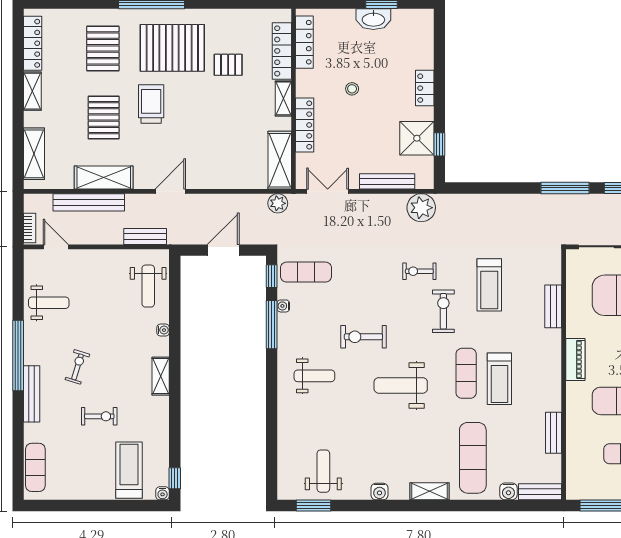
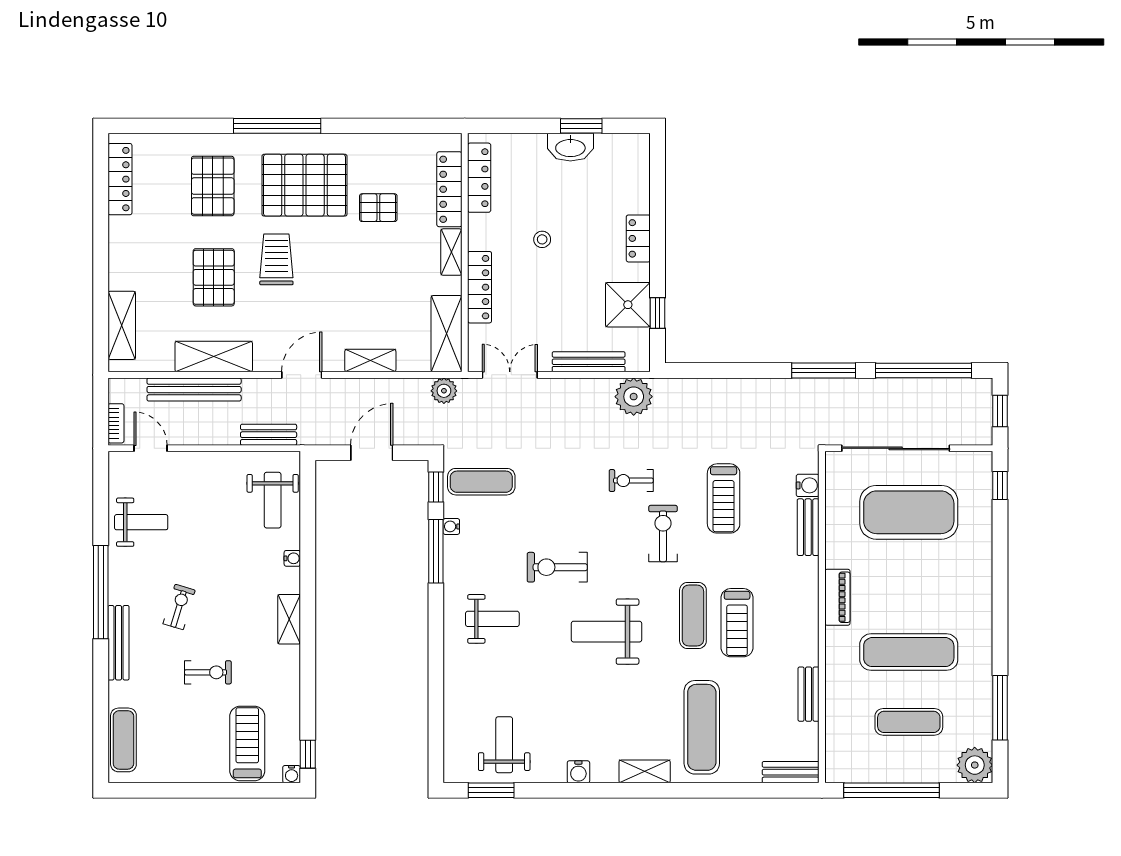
shelving: (32, 91) -> (370, 361), moved, turned 90
water cooler: (508, 491) -> (808, 485), moved, turned -90

